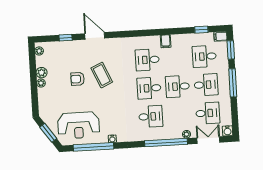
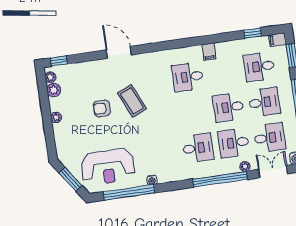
window: (66, 38) -> (59, 61), moved
plant: (42, 73) -> (54, 90), moved
desk: (149, 88) -> (234, 143), moved

